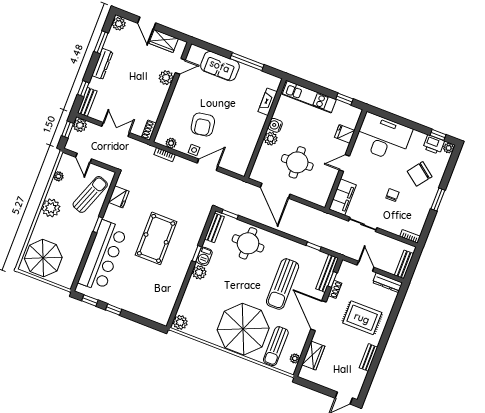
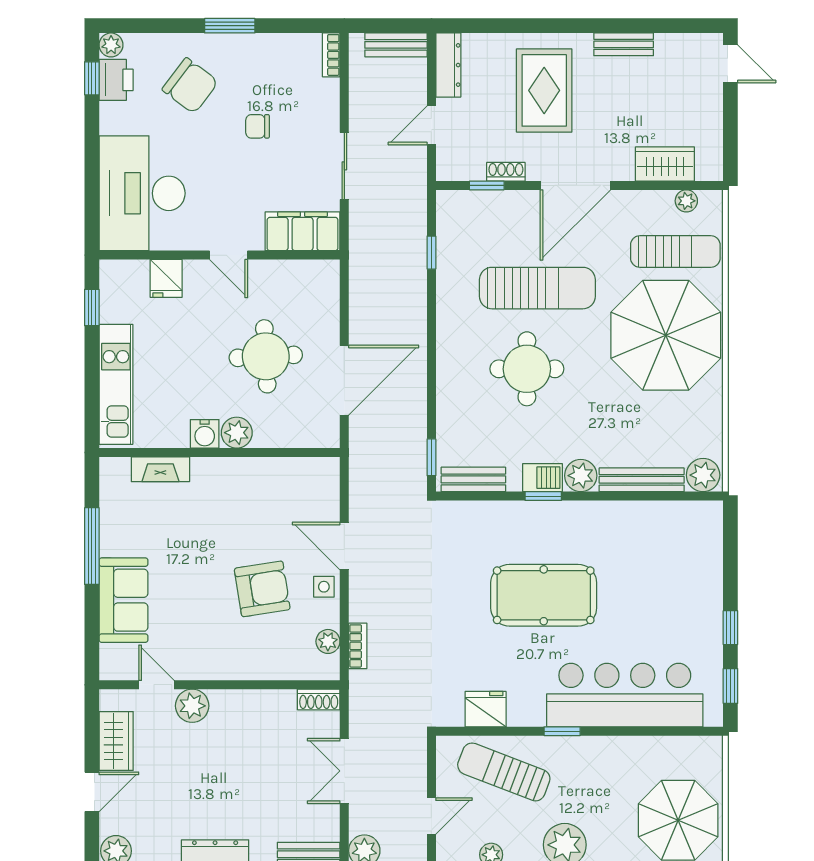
round table: (248, 243) -> (527, 369), moved
bench: (327, 273) -> (642, 480), moved

